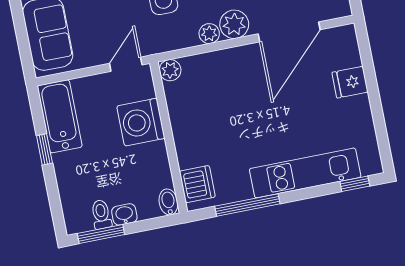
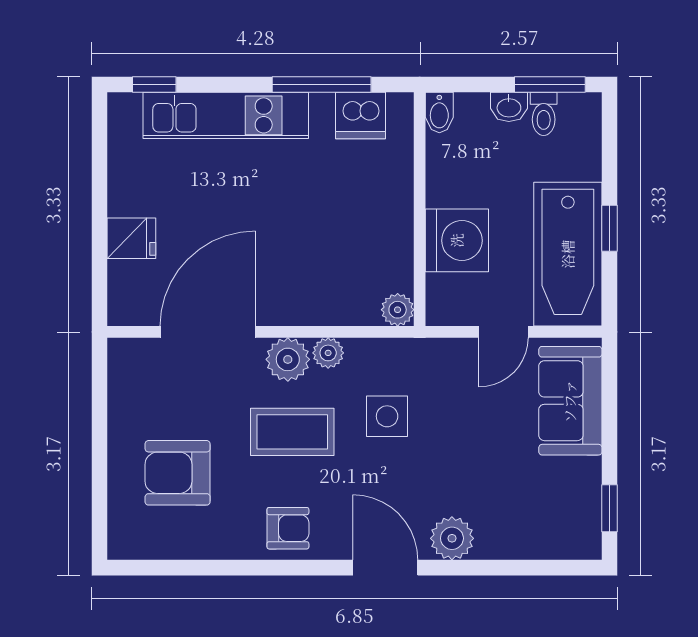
door: (126, 64) -> (503, 332), moved
bathtub: (60, 116) -> (568, 254), width x1.36, depth x1.36
dishwasher: (197, 184) -> (361, 115), moved, turned -90

